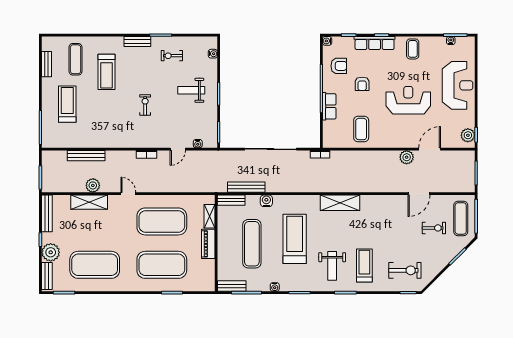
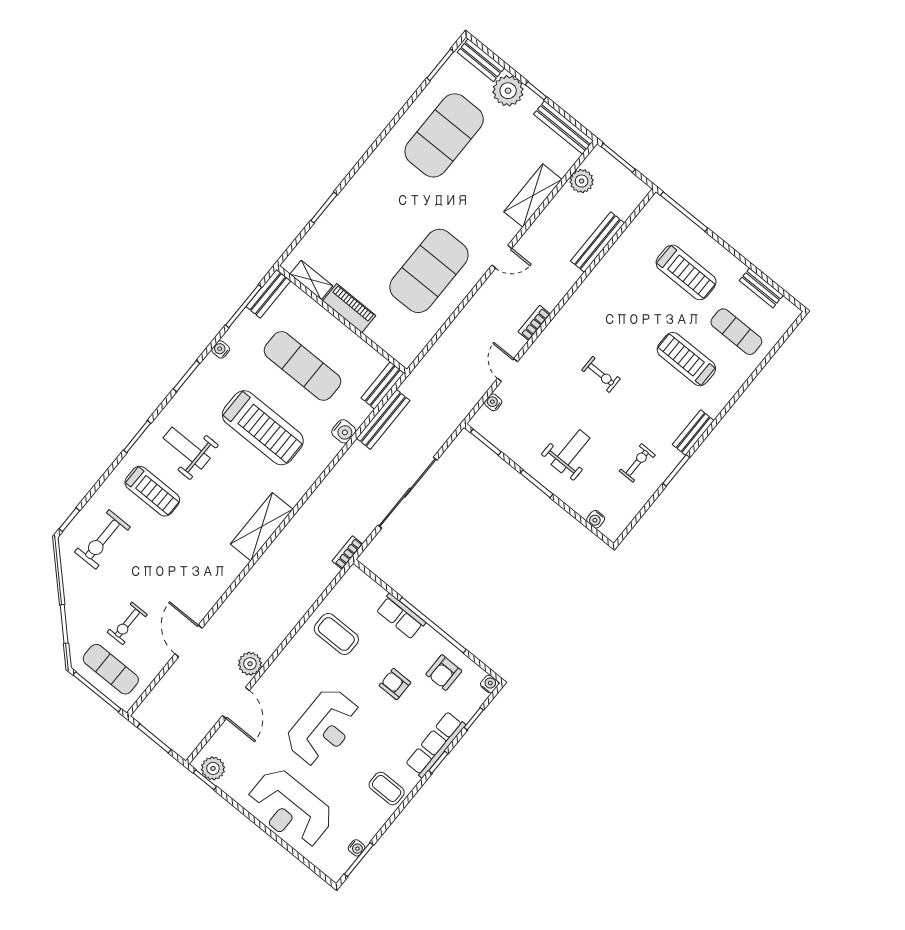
plant: (93, 185) -> (582, 181), moved
shelving: (210, 216) -> (311, 280), moved
exercise mat: (162, 265) -> (372, 224), removed

